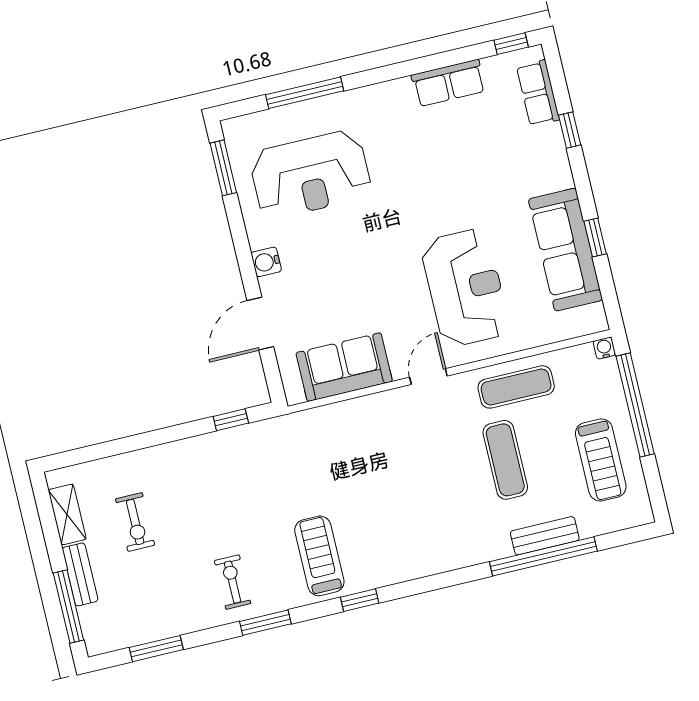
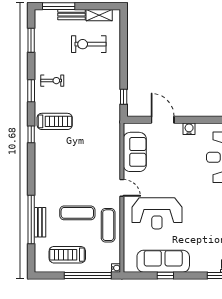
exercise bike: (135, 522) -> (89, 44), width x1.38, depth x1.39

